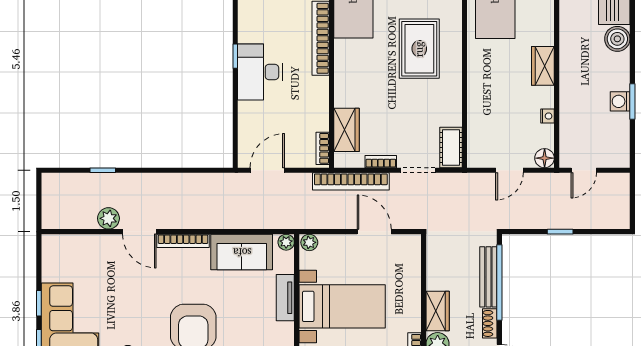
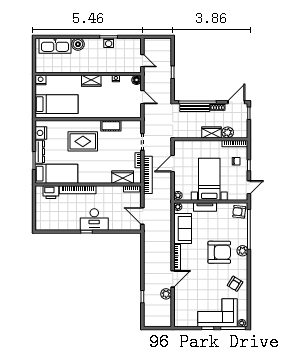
cot: (451, 147) -> (111, 126), moved

